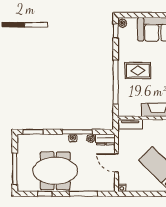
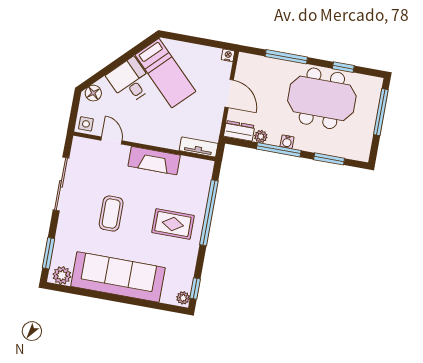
window: (33, 132) -> (329, 159), moved

